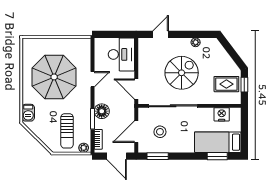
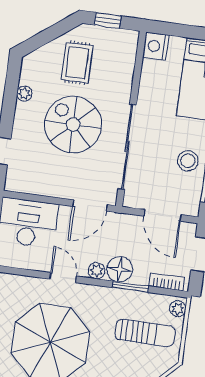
rug: (226, 84) -> (77, 63), moved
plant: (99, 98) -> (97, 271), added
nightstand: (222, 114) -> (156, 46), moved
stool: (160, 132) -> (188, 161), moved

